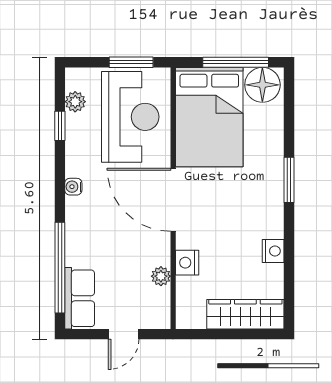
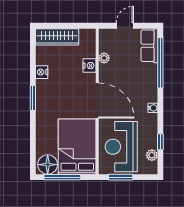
window: (289, 180) -> (33, 98), moved

